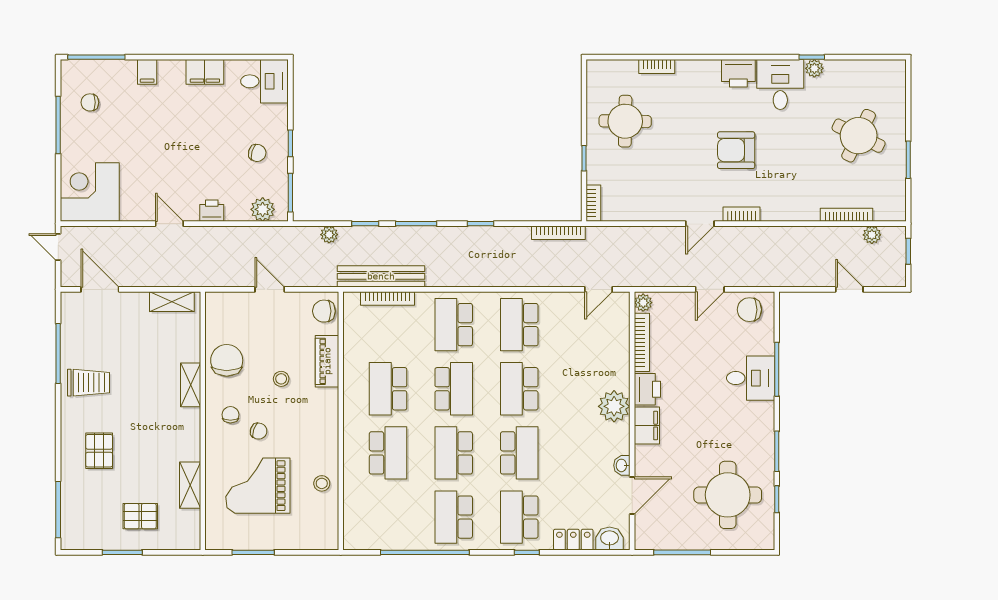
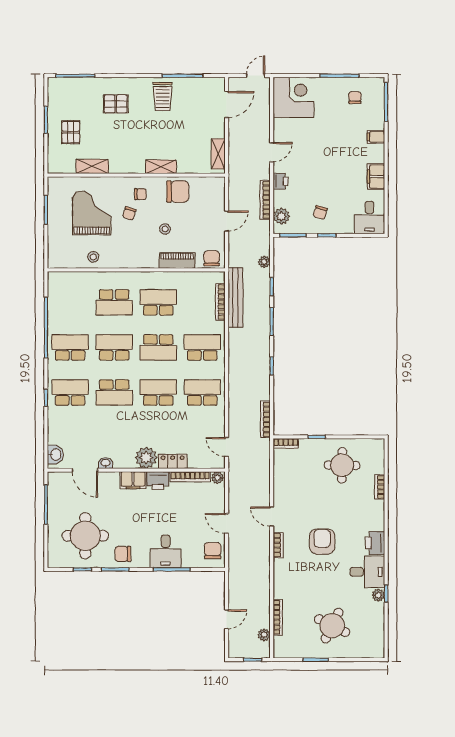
bookcase: (239, 233) -> (265, 200), added
chair: (754, 440) -> (123, 554), added
locker: (573, 540) -> (173, 461), moved, turned -90

